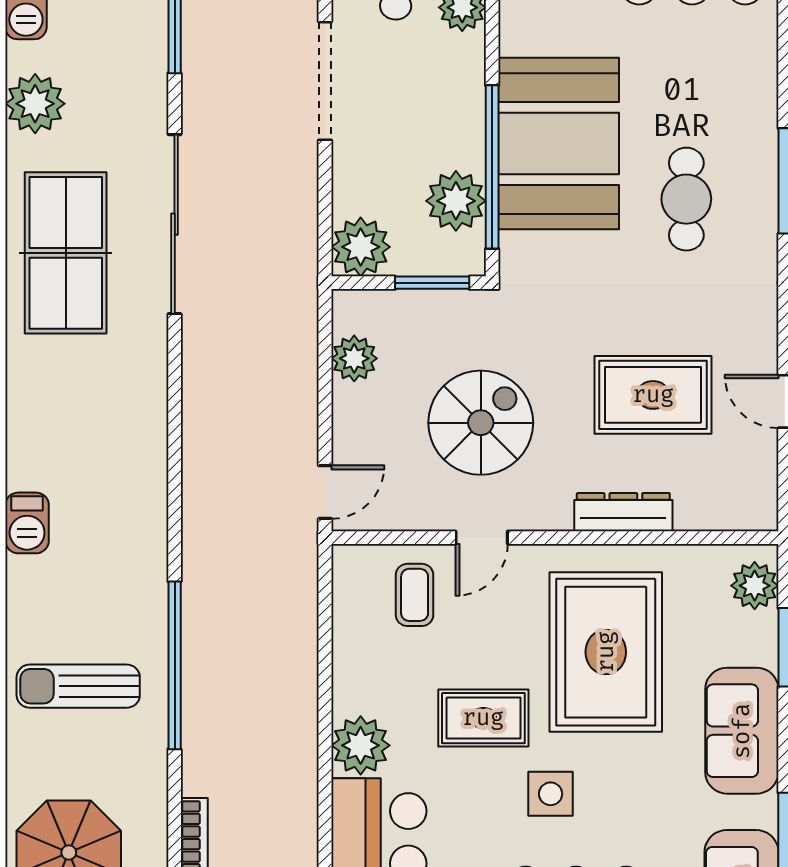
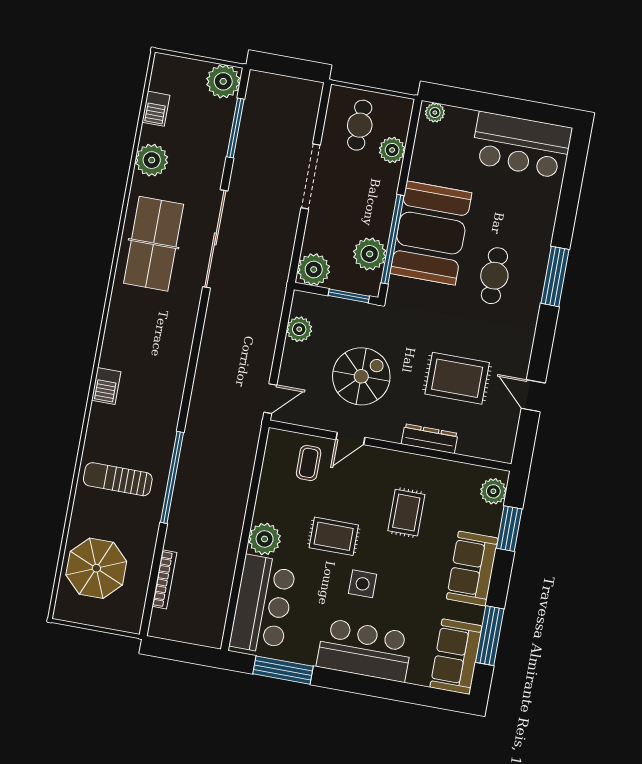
rug: (606, 652) -> (406, 513), width x0.54, depth x0.49

